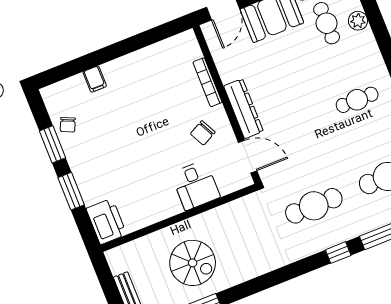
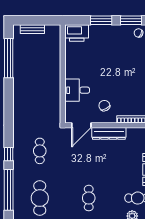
cafe table: (314, 206) -> (40, 151), width x0.73, depth x0.74
spiral stairs: (193, 263) -> (35, 71), removed

